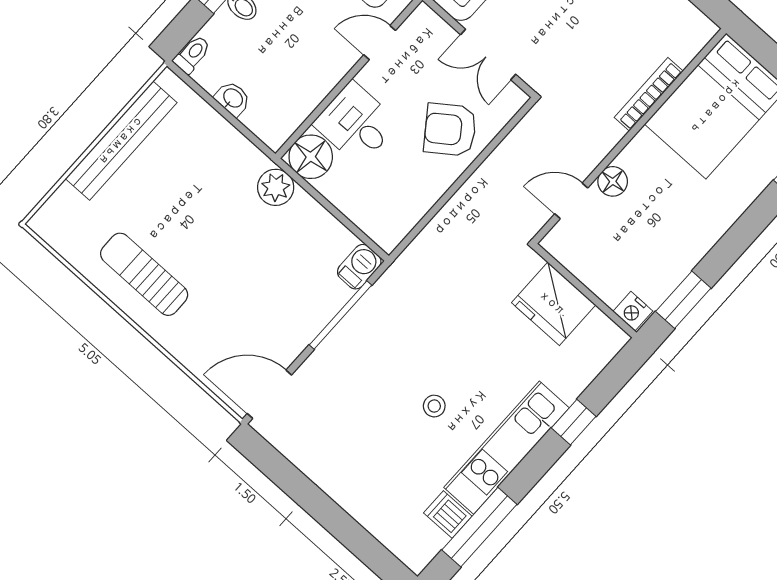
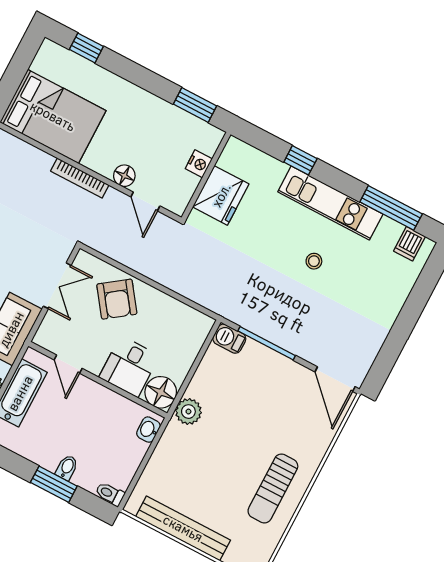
bookcase: (649, 94) -> (80, 178), moved
washbasin: (233, 99) -> (148, 430), moved
nightstand: (633, 311) -> (199, 164), moved
dishwasher: (448, 514) -> (410, 244), moved

